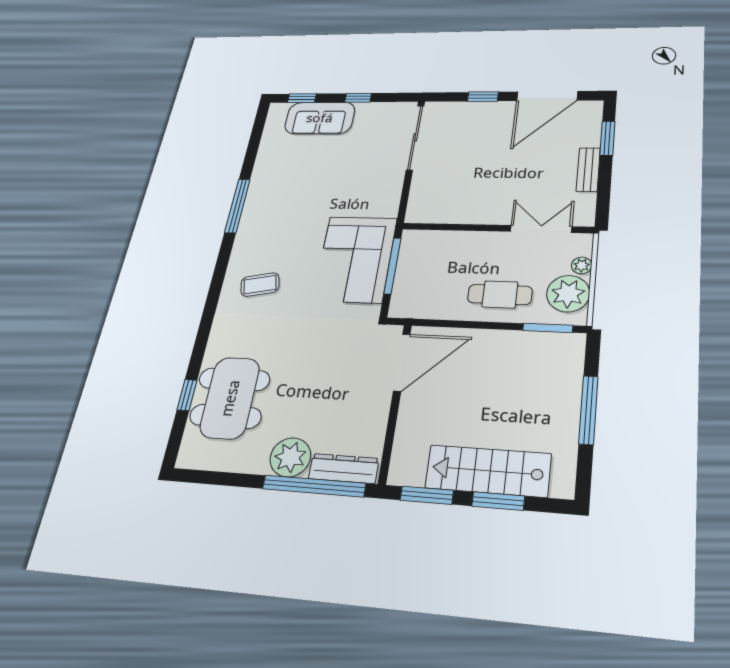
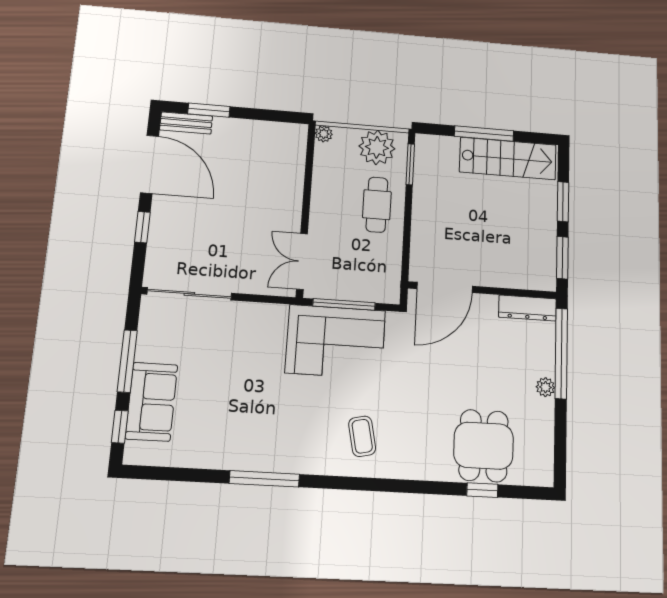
window: (358, 98) -> (127, 361), width x2.17
bench: (588, 170) -> (186, 123), moved
double door: (541, 229) -> (302, 261), moved
plant: (582, 265) -> (324, 134), moved
door: (402, 362) -> (445, 287), swing flipped
dining table: (230, 398) -> (484, 446), width x0.73
plant: (290, 457) -> (545, 387), width x0.53, depth x0.53
dresser: (344, 469) -> (527, 308), moved, turned -90
stairs: (488, 471) -> (508, 158), moved, turned -90

